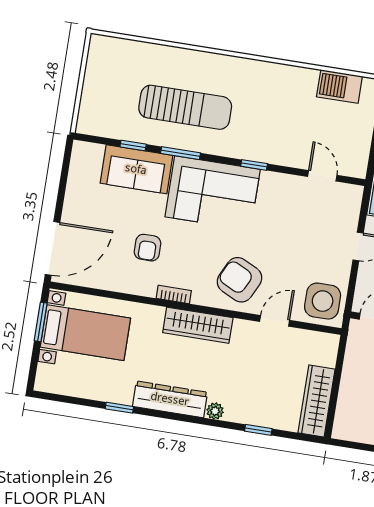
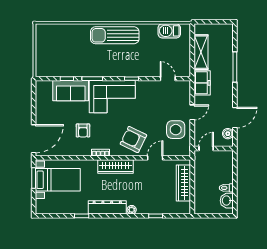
sun lounger: (185, 107) -> (115, 35), moved, turned 180
side table: (323, 301) -> (176, 130), moved
wardrobe: (316, 401) -> (183, 183), moved

